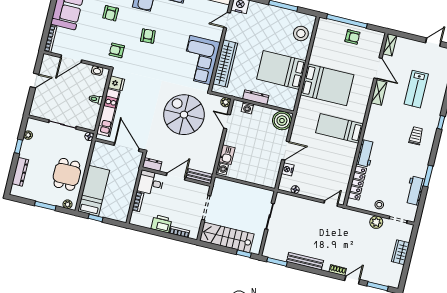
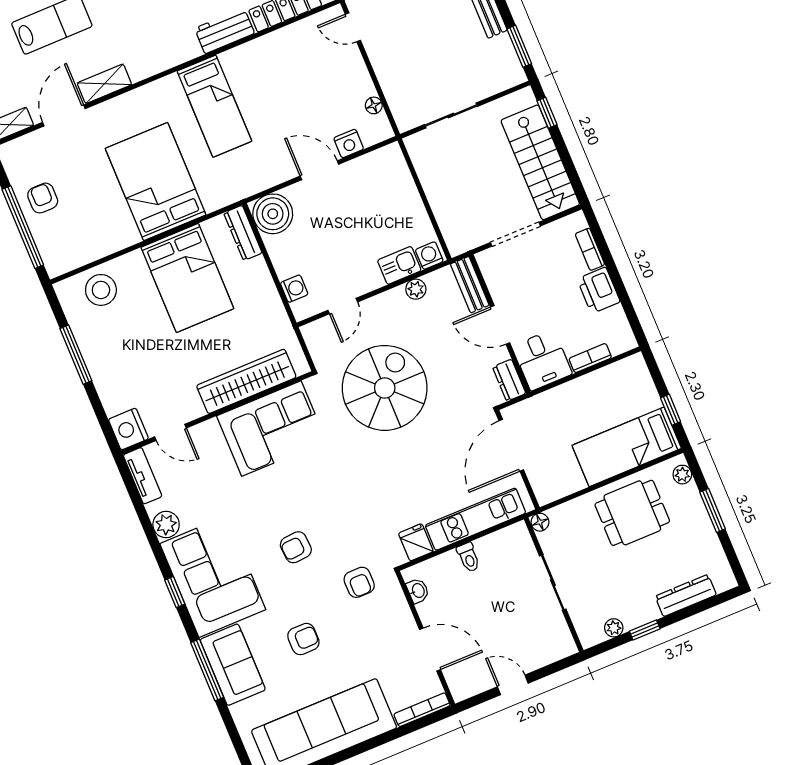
dresser: (256, 97) -> (243, 233), moved
plant: (226, 102) -> (416, 289), moved
spiral stairs: (184, 115) -> (385, 388), turned 180

